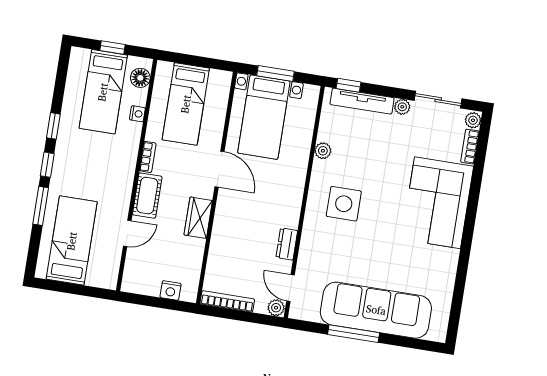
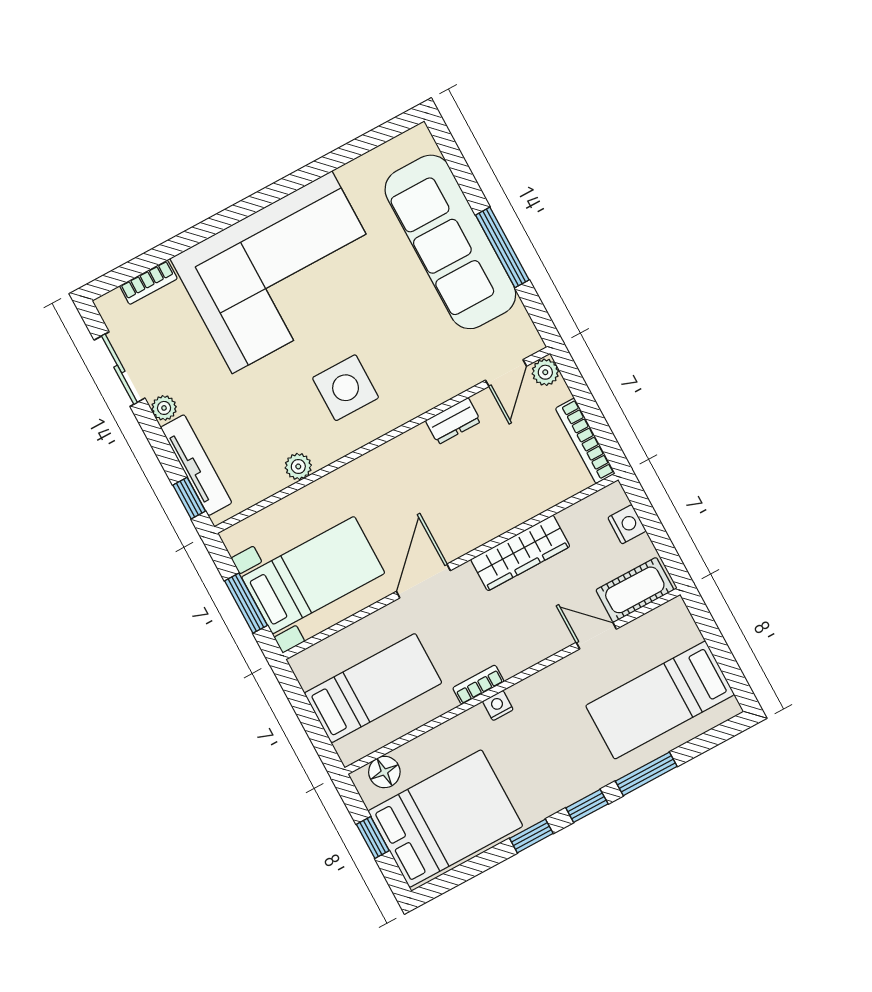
bed: (103, 92) -> (445, 819), width x1.50
nightstand: (137, 114) -> (498, 705), moved
plant: (473, 120) -> (112, 304), removed
cot: (147, 196) -> (635, 590), moved
corner sofa: (438, 203) -> (282, 272), width x1.36, depth x1.36
wardrobe: (198, 218) -> (520, 553), width x1.50

